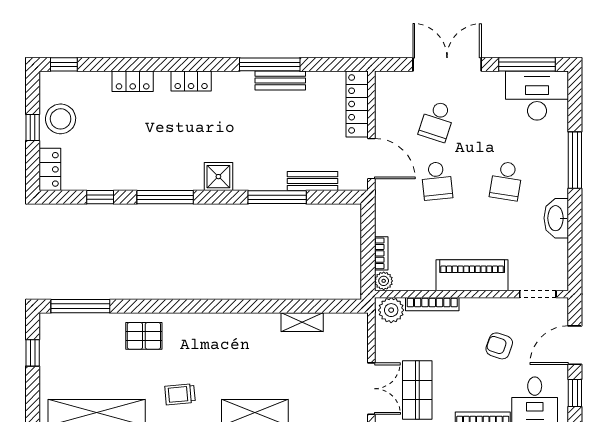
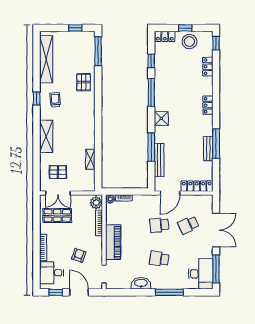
locker: (133, 81) -> (208, 67), moved
school desk: (437, 121) -> (188, 225), turned -42
bench: (313, 181) -> (159, 160), width x1.36
pallet: (328, 389) -> (58, 172), added

